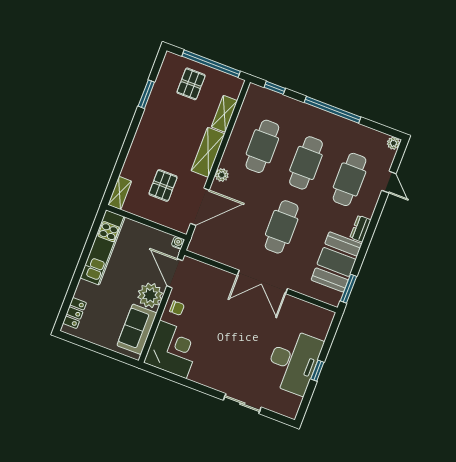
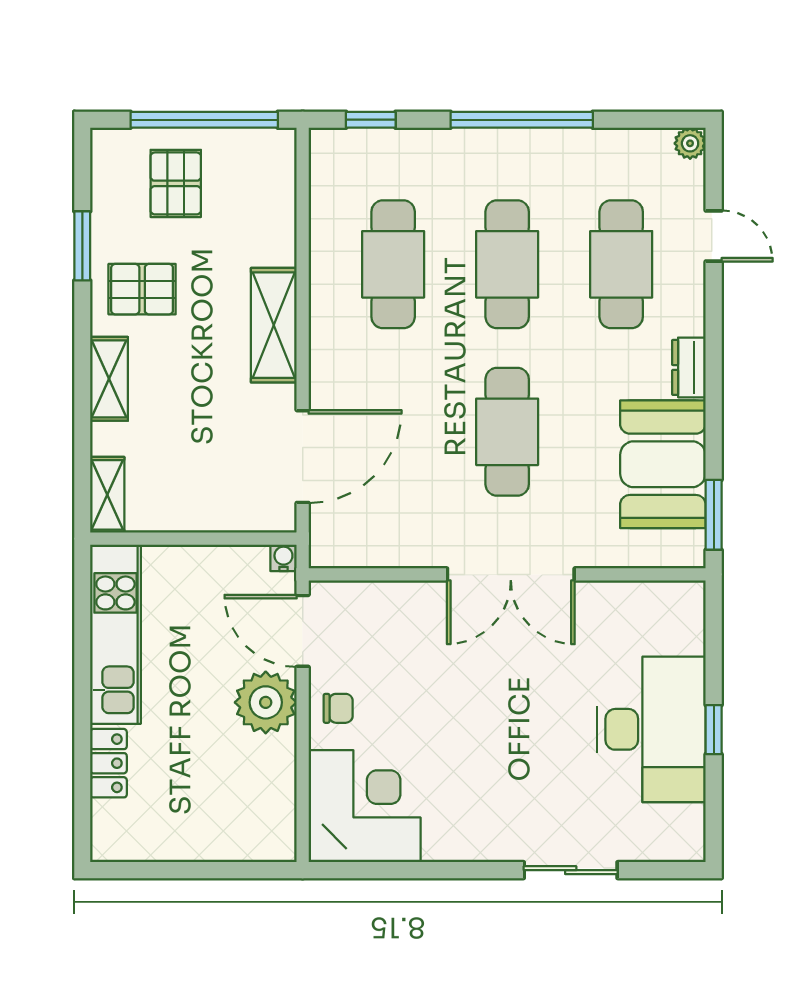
shelving: (224, 114) -> (109, 379), moved
plant: (222, 175) -> (325, 365), removed
pallet: (163, 185) -> (142, 289), moved, turned 90
locker: (75, 313) -> (109, 763), moved
sofa: (137, 329) -> (265, 792), removed

